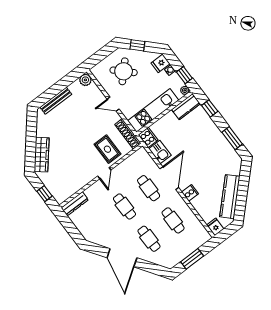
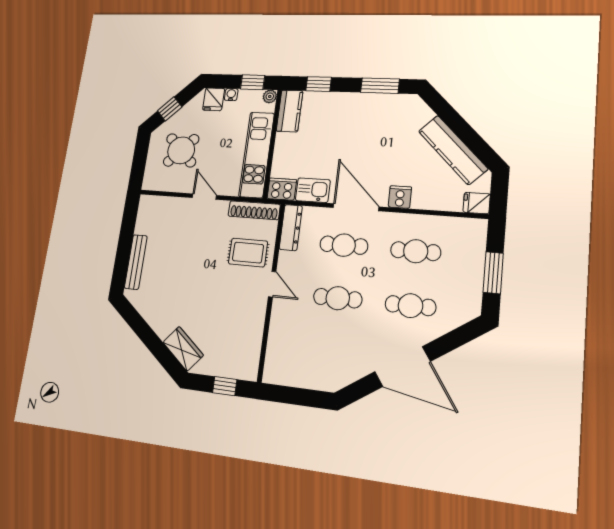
plant: (85, 80) -> (148, 204), removed
door: (113, 104) -> (204, 197), swing flipped
wardrobe: (42, 155) -> (183, 349), width x0.67
dresser: (75, 204) -> (291, 228), moved

